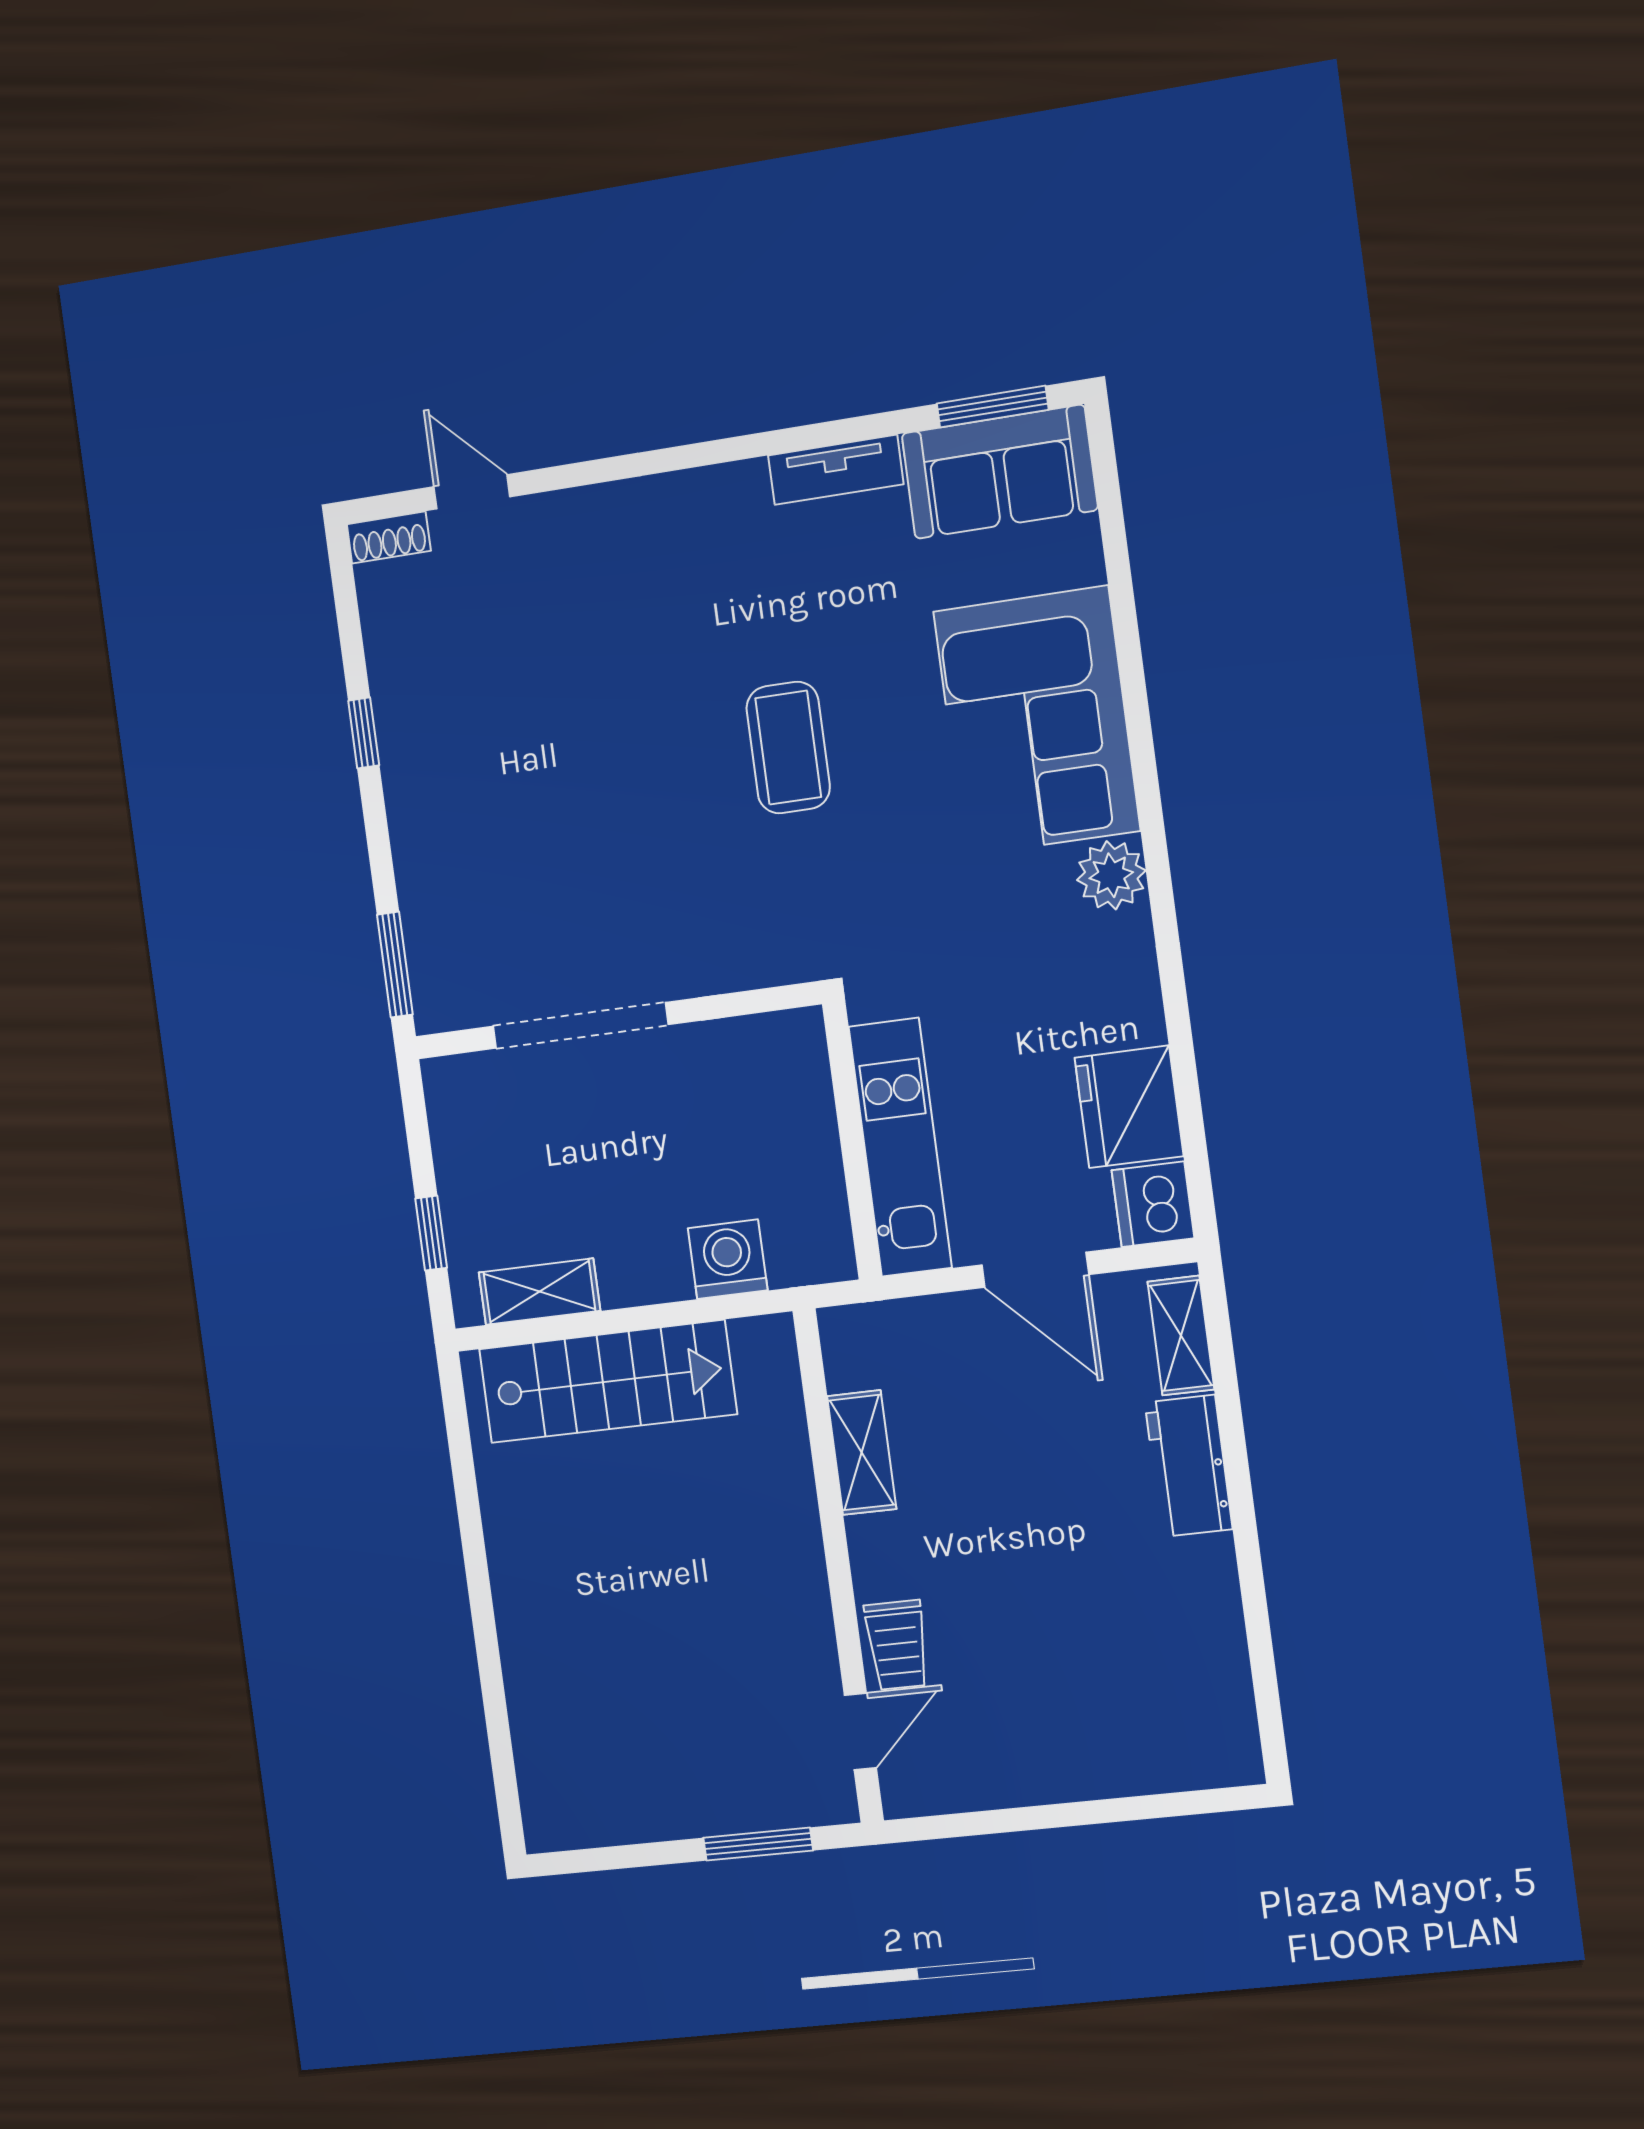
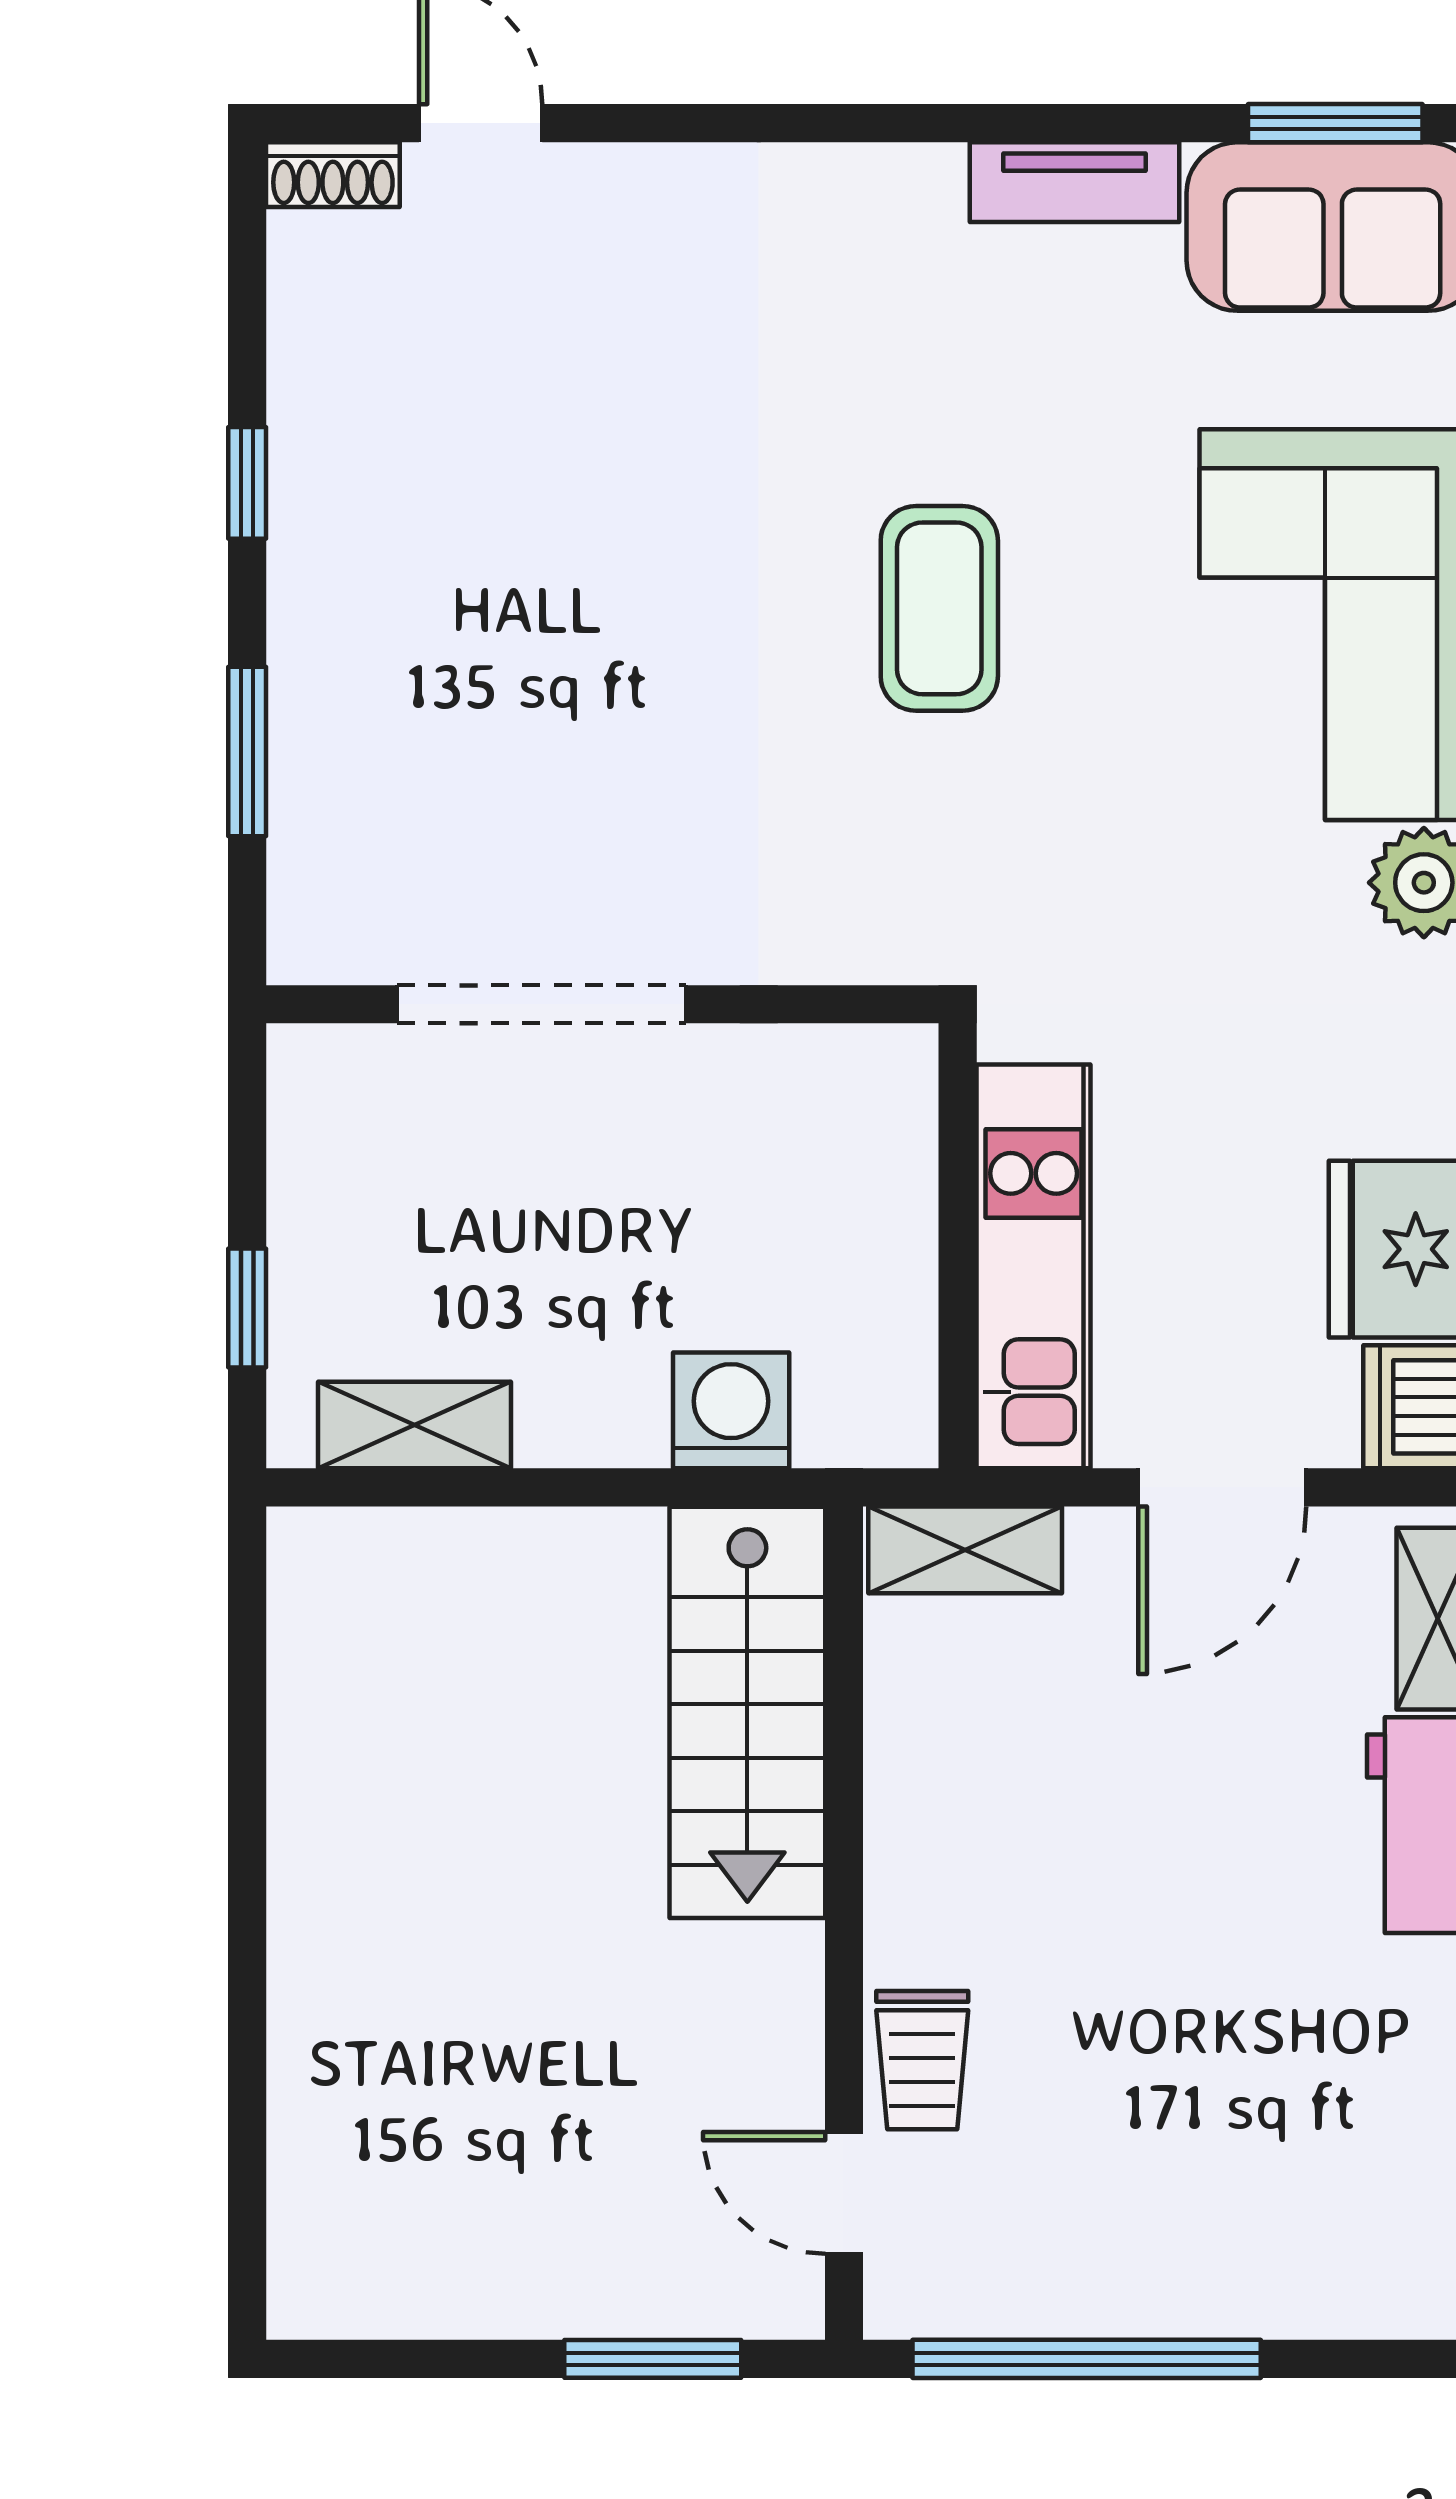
window: (395, 965) -> (247, 752), moved
door: (1035, 1270) -> (1222, 1487), hinge flipped
stairs: (608, 1382) -> (747, 1712), moved, turned 90
shelving: (862, 1453) -> (965, 1550), moved, turned 90
door: (860, 1731) -> (844, 2193), swing flipped
window: (1023, 1819) -> (1087, 2359), added

